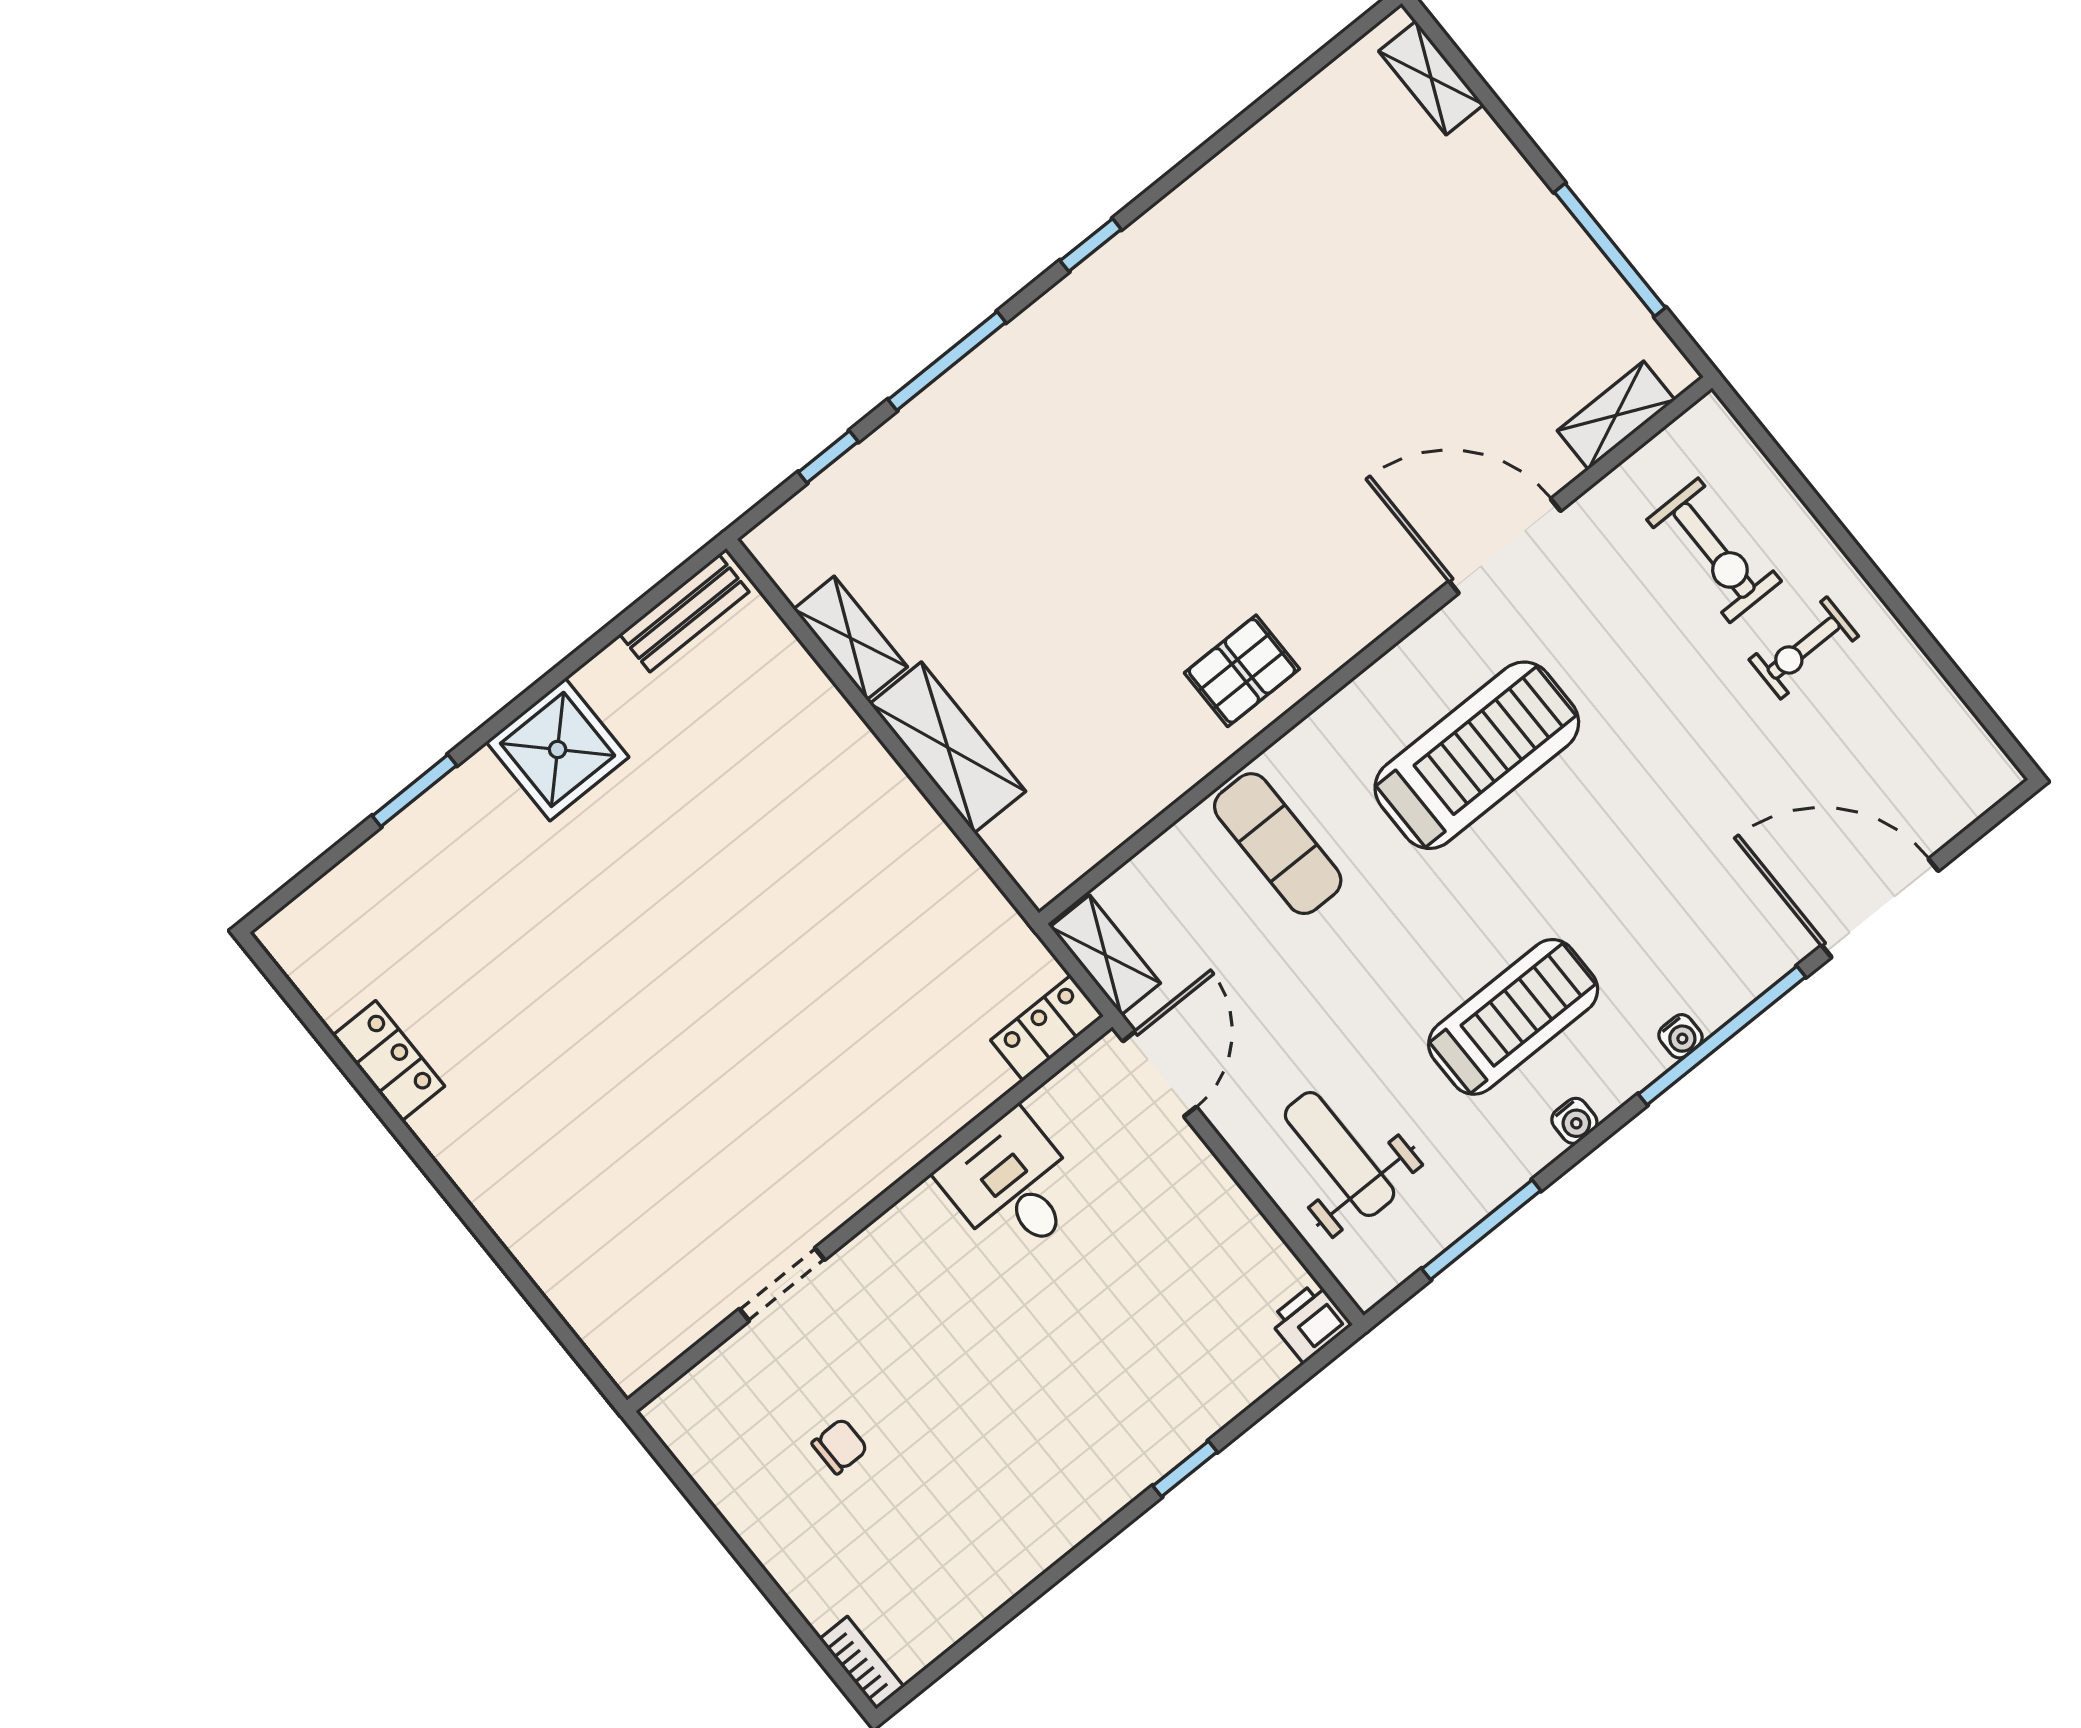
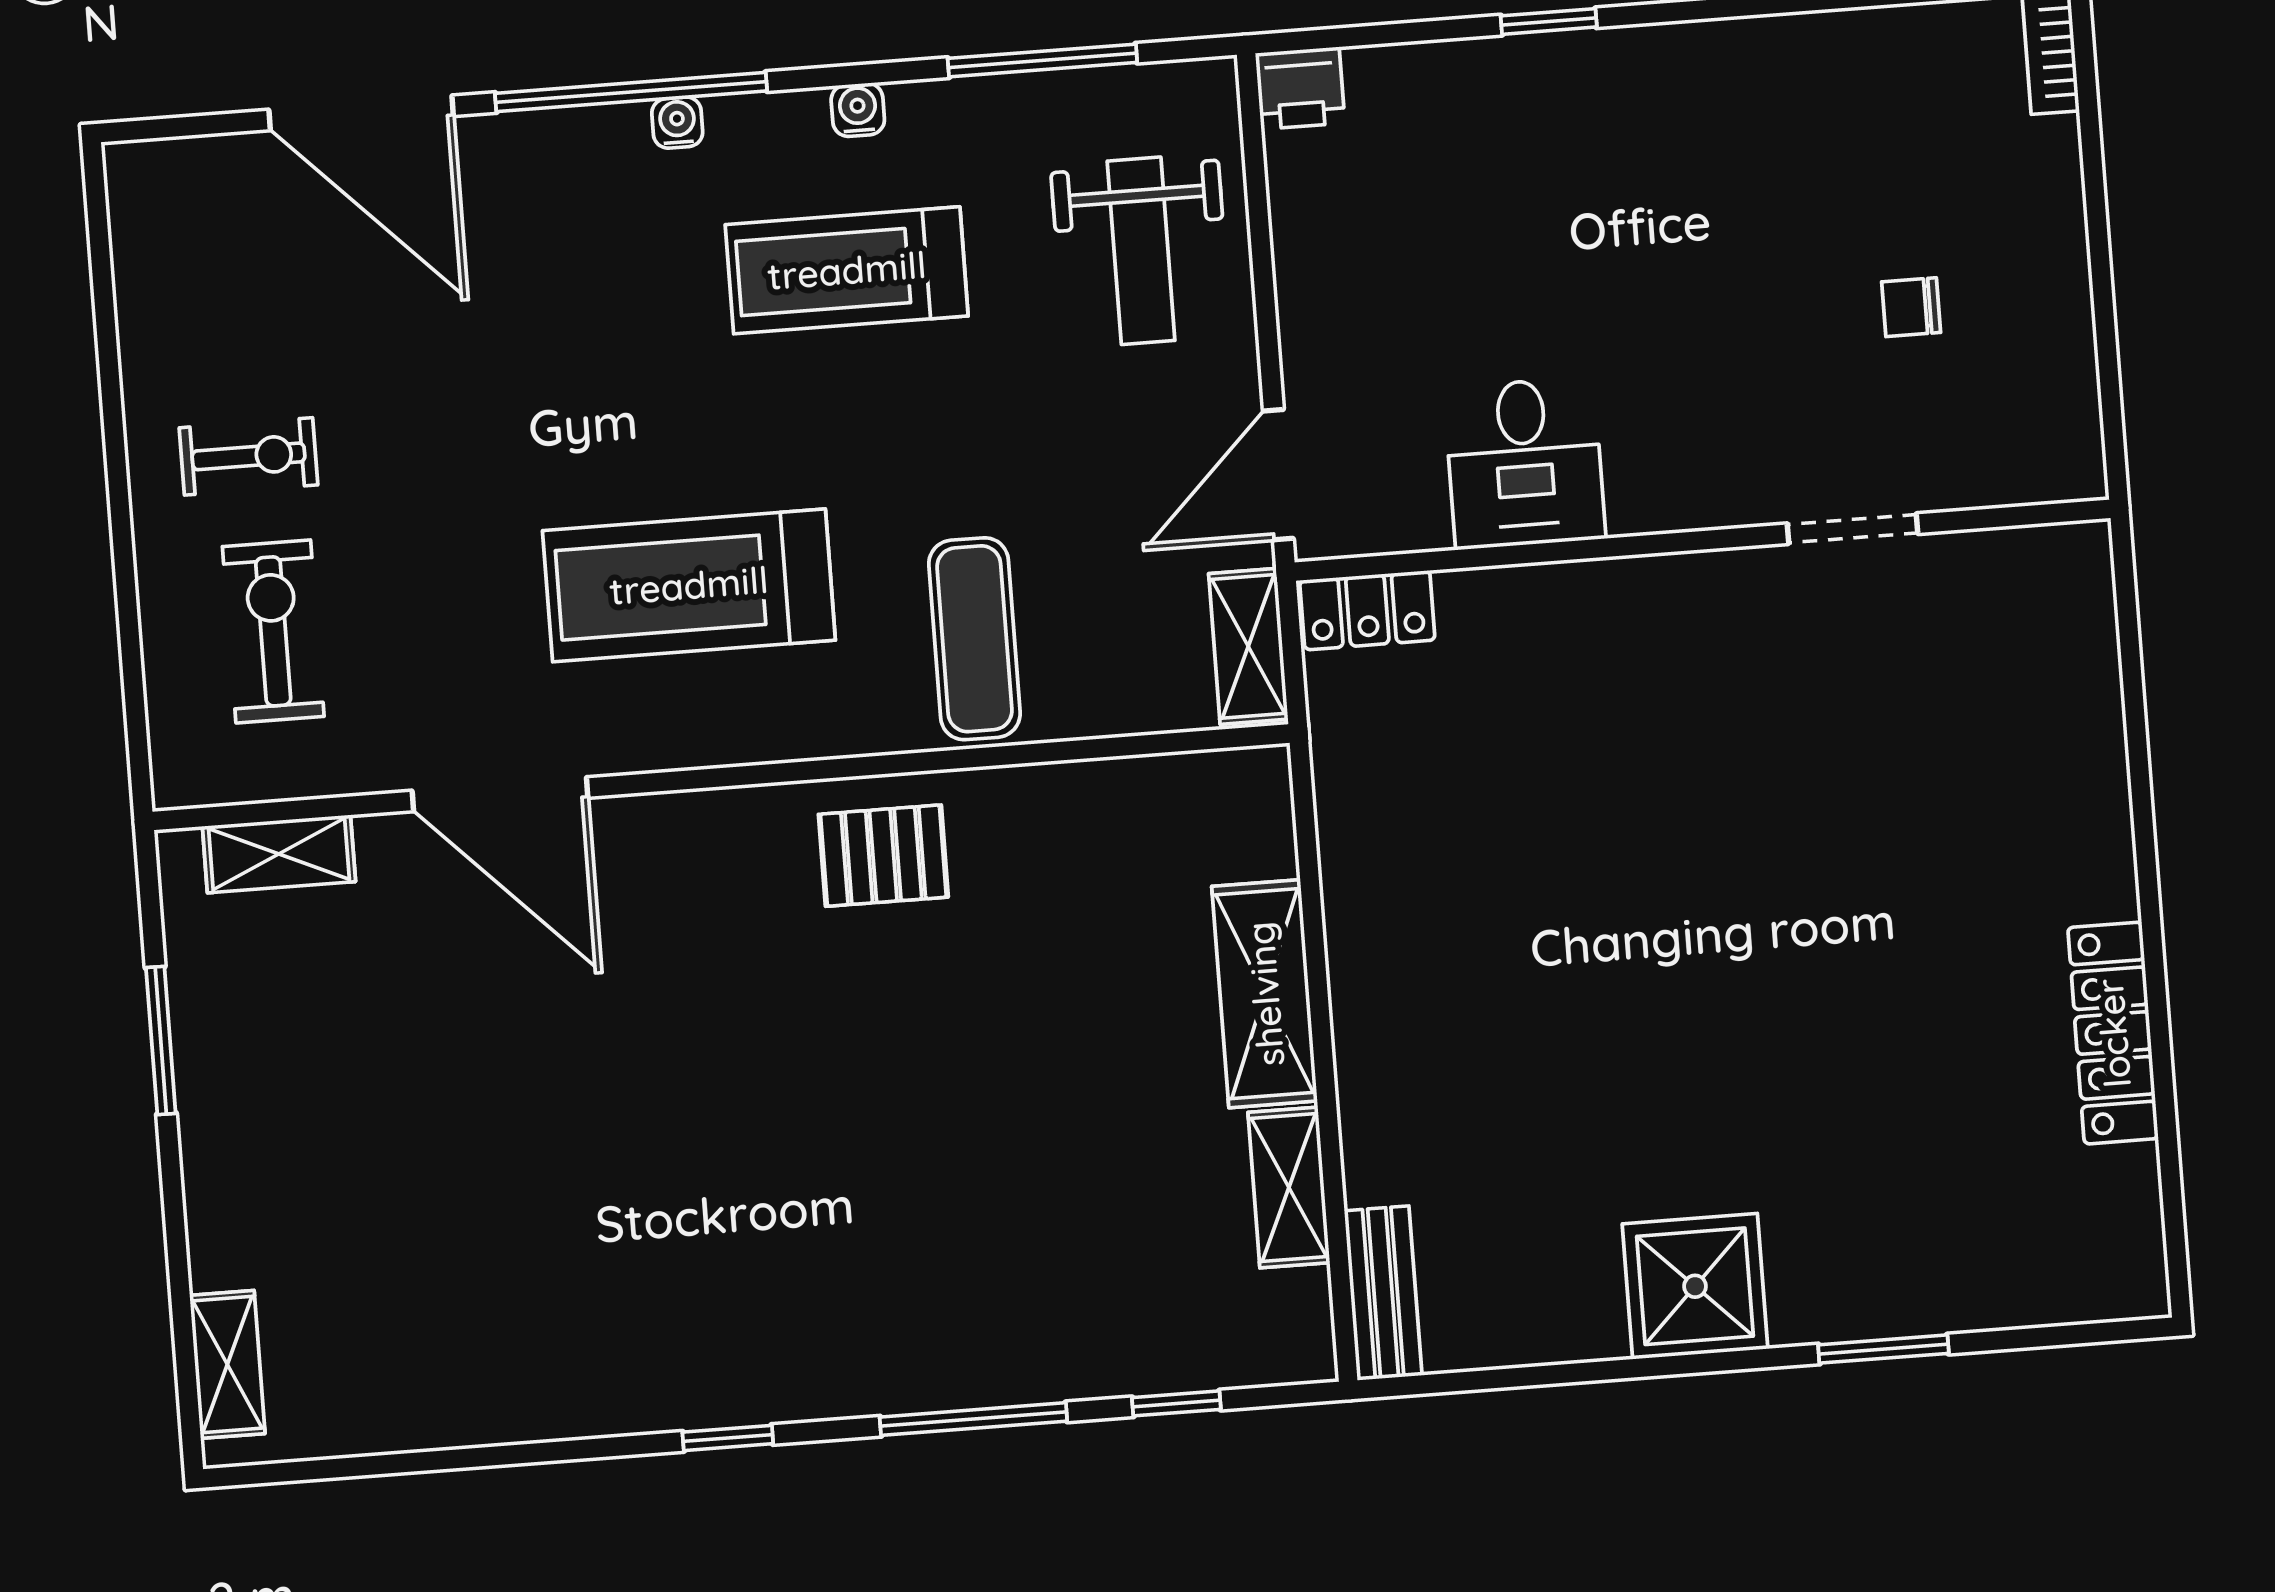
window: (1610, 250) -> (161, 1040), width x0.69
bench: (684, 613) -> (1383, 1293), moved, turned 90
locker: (389, 1061) -> (2113, 1033), width x1.53

